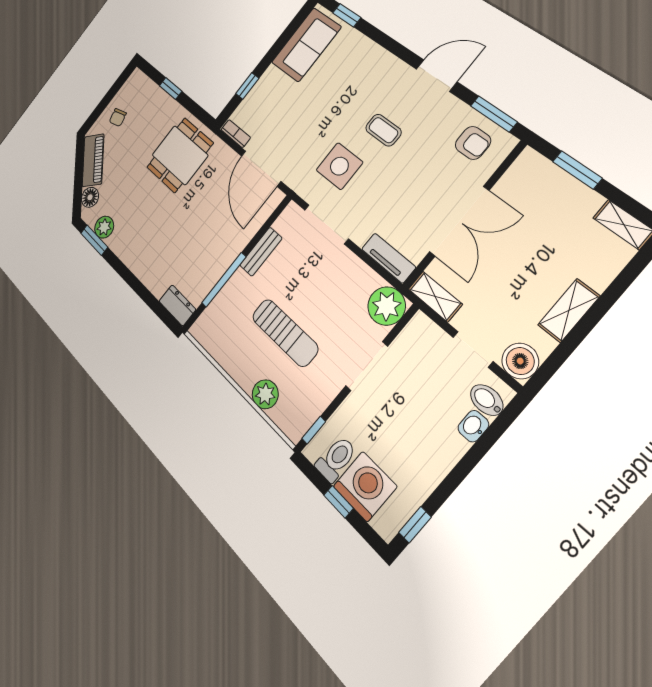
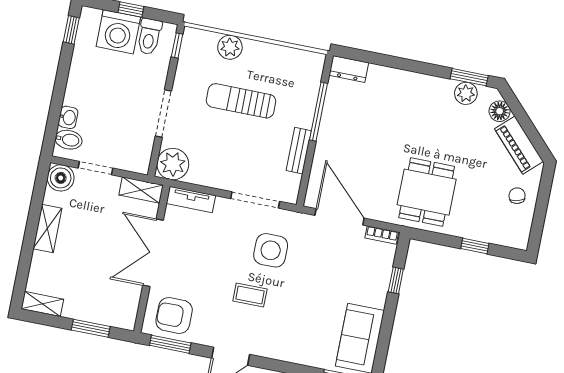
armchair: (473, 143) -> (174, 316), width x1.38, depth x1.38

